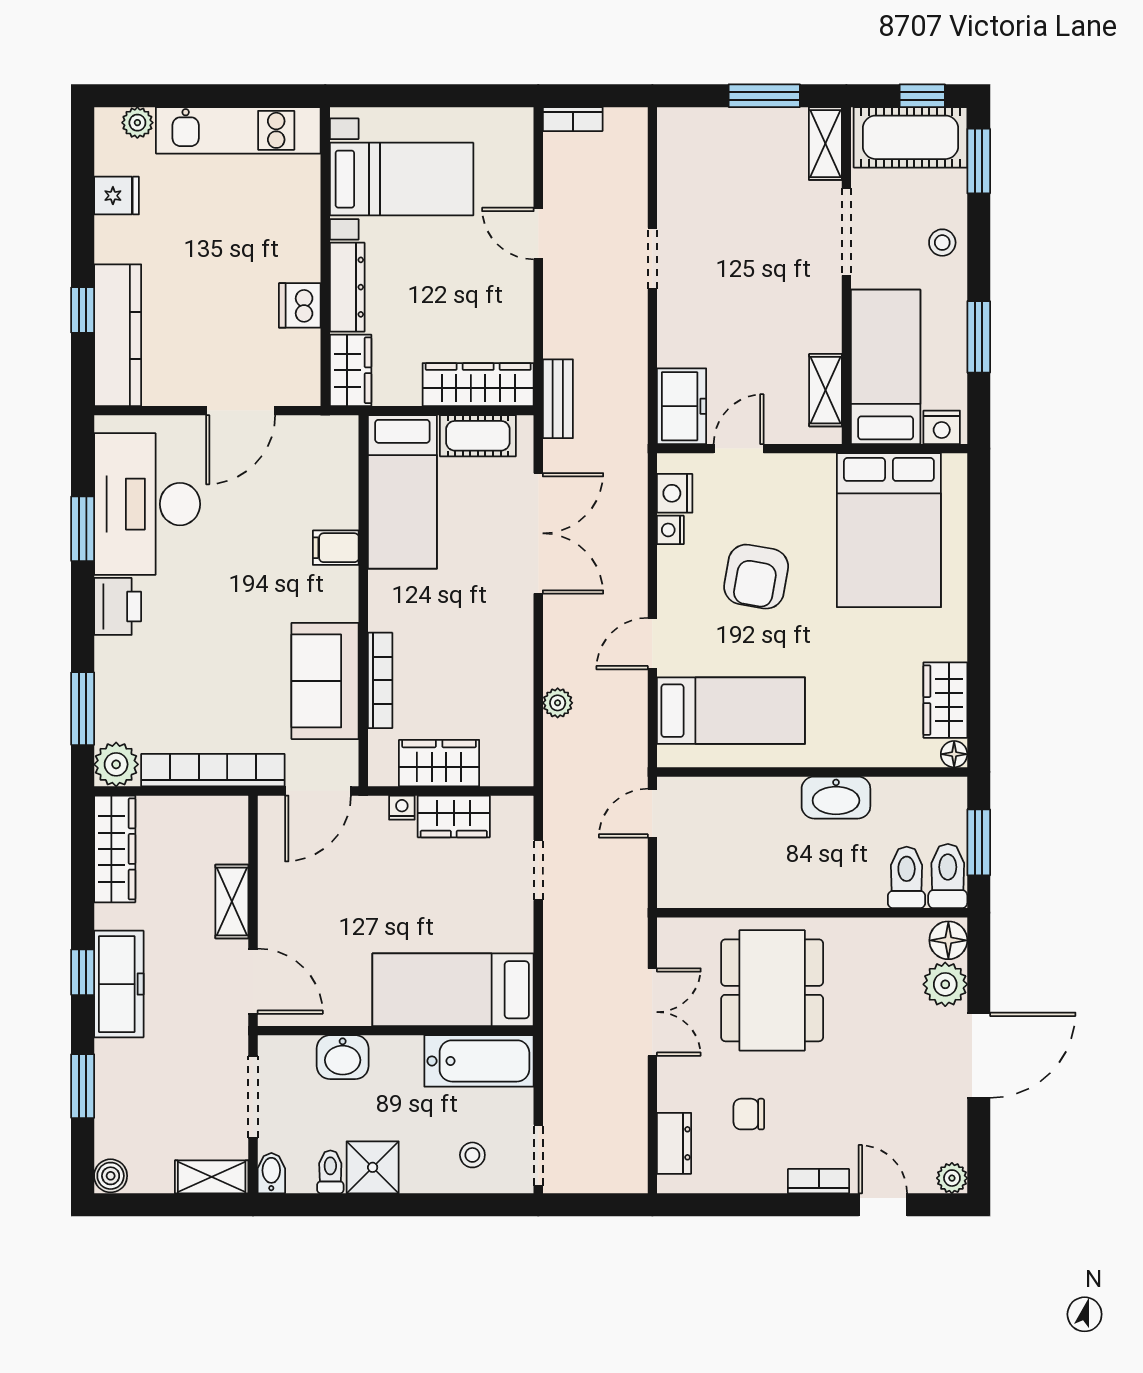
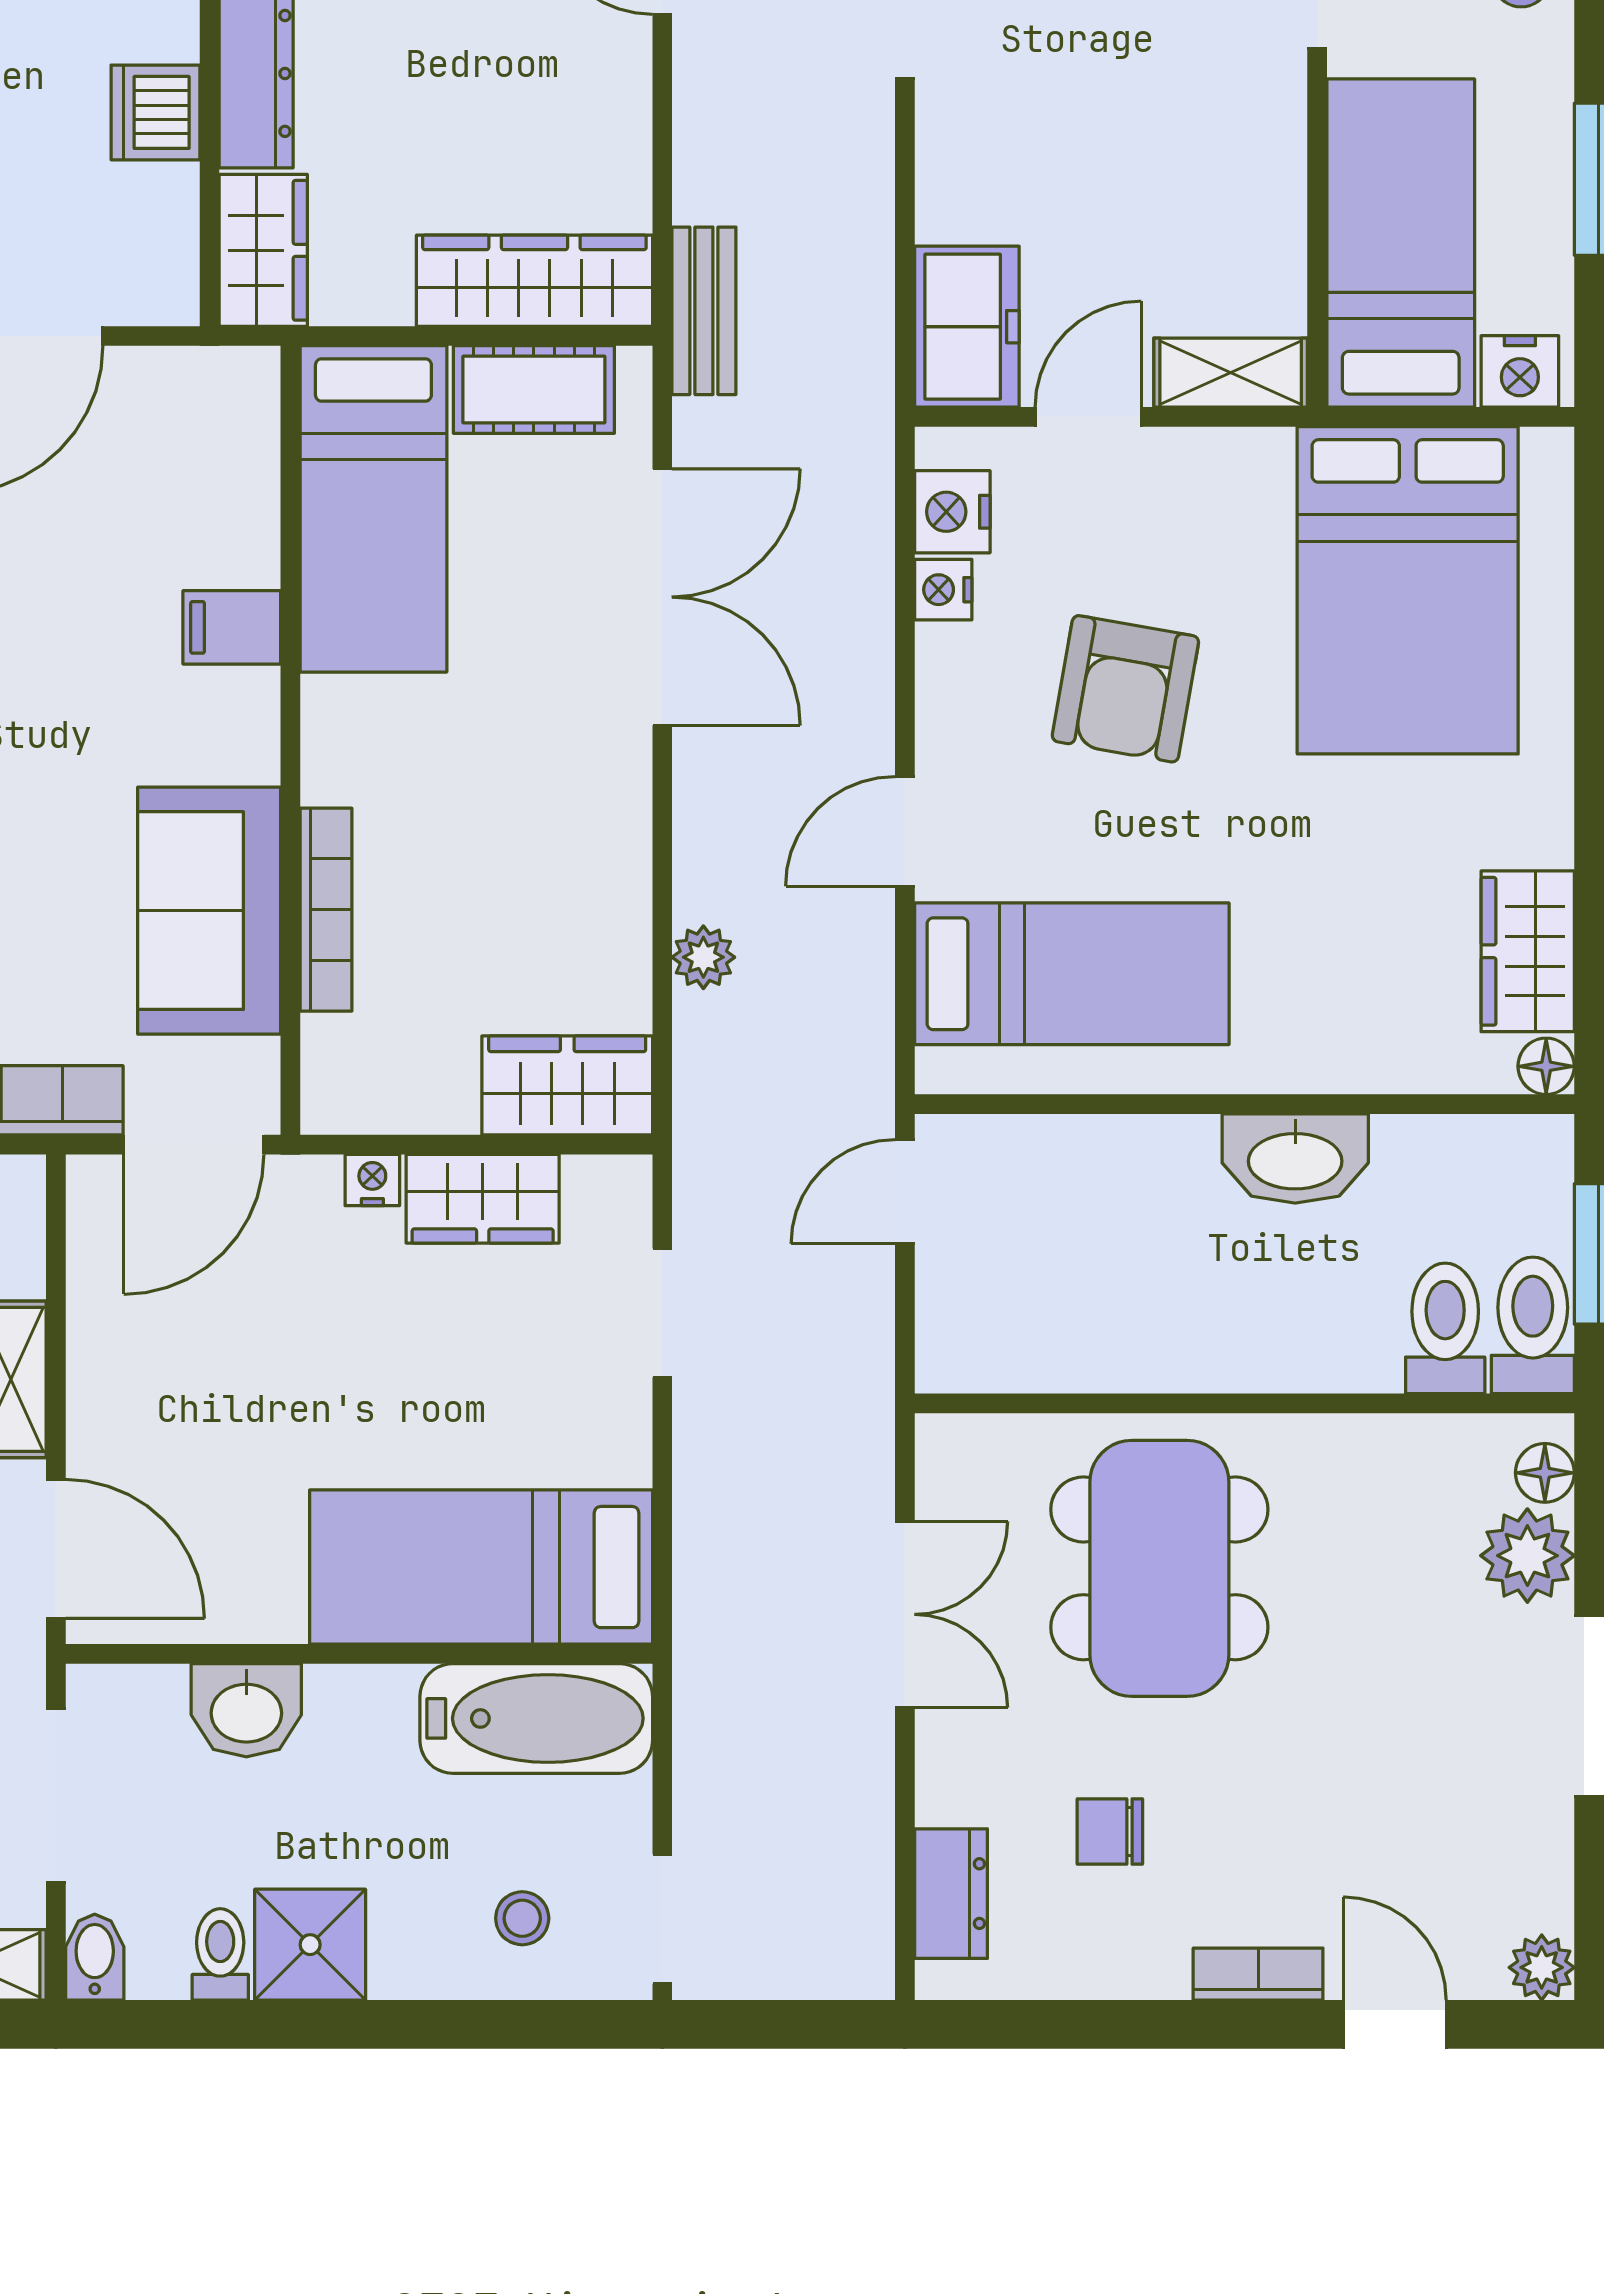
shelving: (826, 390) -> (1231, 373), moved, turned 90
wardrobe: (439, 763) -> (567, 1085), moved
floor lamp: (948, 940) -> (1545, 1473), width x0.73, depth x0.73

